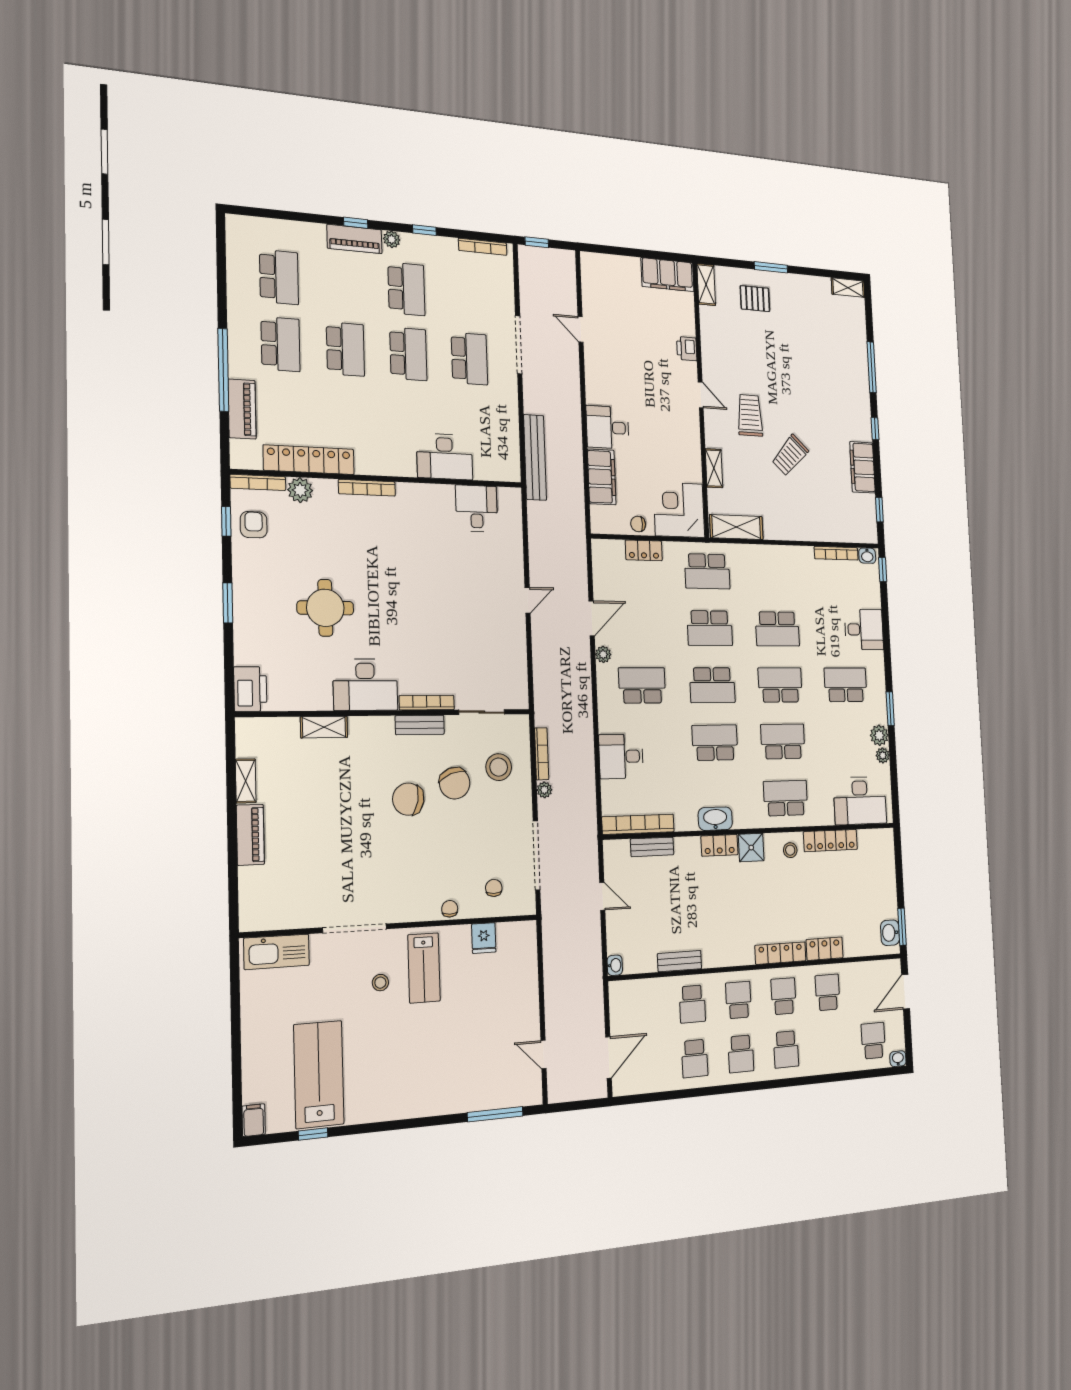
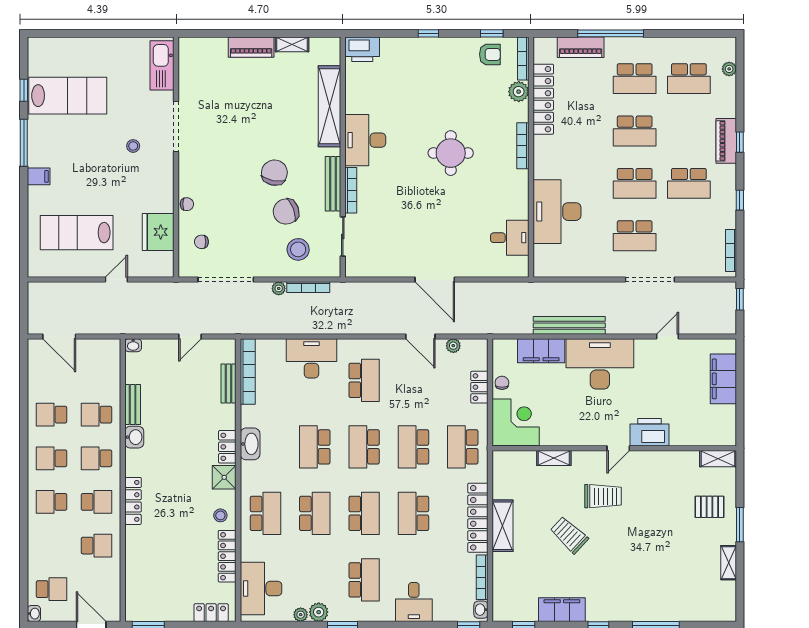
plant: (392, 239) -> (729, 69), moved
filing cabinet: (668, 275) -> (723, 379), moved
shelving: (848, 288) -> (729, 563), moved
pallet: (755, 299) -> (710, 507), turned 90
printer: (687, 349) -> (650, 432), width x1.87, depth x1.48
desk: (608, 427) -> (600, 364), width x1.87, depth x1.30
desk: (445, 457) -> (557, 212), width x1.36, depth x1.30
bench: (535, 457) -> (569, 325), moved
shelving: (736, 527) -> (503, 526), moved
locker: (778, 556) -> (478, 518), added
door: (528, 600) -> (435, 280), width x1.88
window: (228, 603) -> (428, 33), width x0.67
round table: (325, 608) -> (451, 153), moved
plant: (603, 654) -> (453, 346), moved
bench: (420, 725) -> (333, 184), width x1.36
shelving: (324, 727) -> (330, 106), width x2.20, depth x1.33
school desk: (715, 743) -> (315, 447), turned 180
desk: (621, 756) -> (311, 358), width x1.37
chair: (494, 888) -> (201, 242), turned 180
washbasin: (890, 933) -> (134, 437), moved, turned 90
fridge: (484, 938) -> (158, 232), width x1.88, depth x1.34
locker: (825, 949) -> (211, 613), moved, turned -90
lab bench: (424, 968) -> (77, 233), moved, width x1.36, depth x1.39
school desk: (738, 1000) -> (96, 458), turned 180
door: (544, 1054) -> (116, 280), moved
window: (495, 1114) -> (24, 143), moved
filing cabinet: (254, 1120) -> (39, 176), moved

